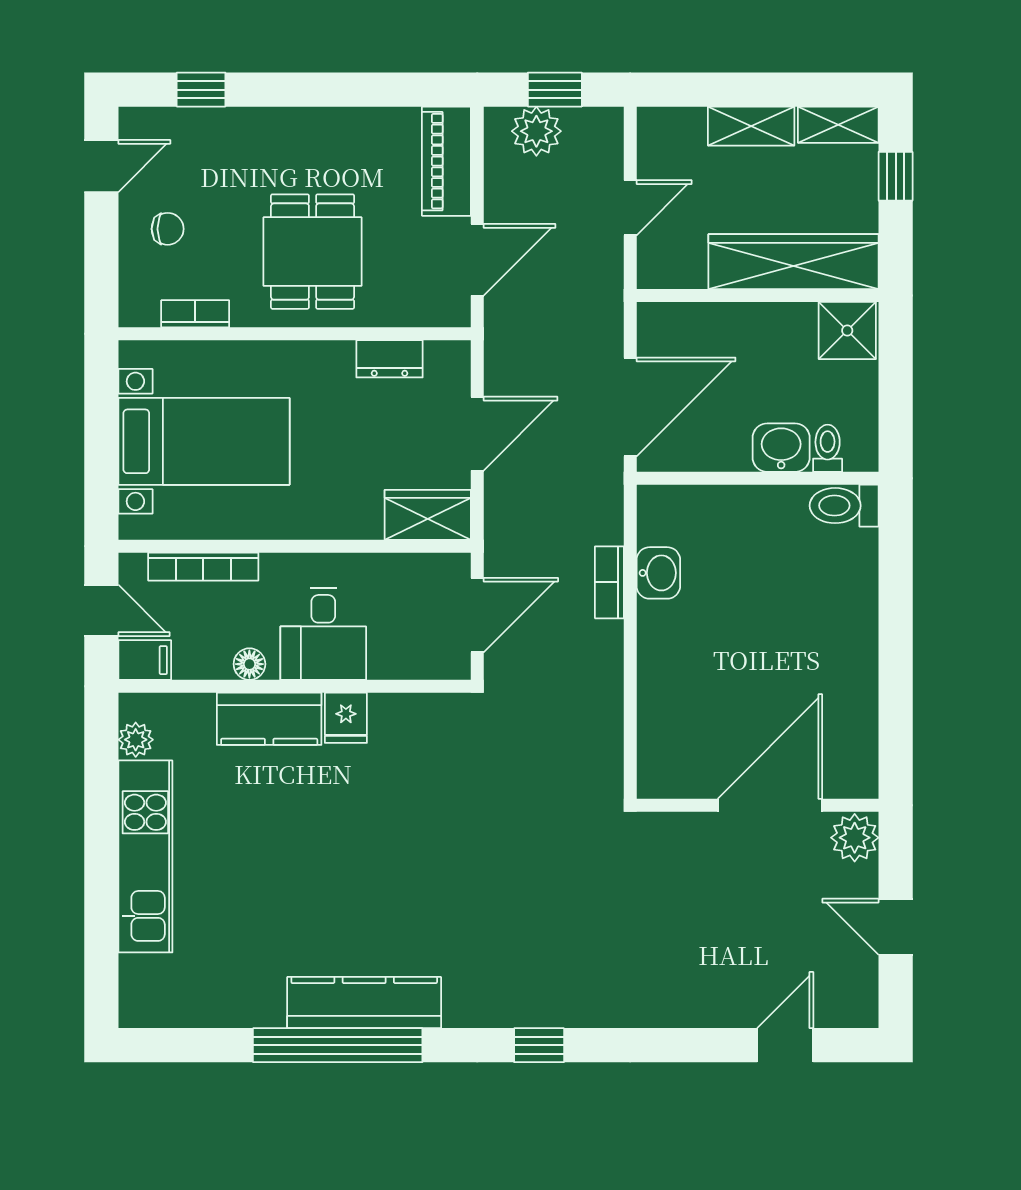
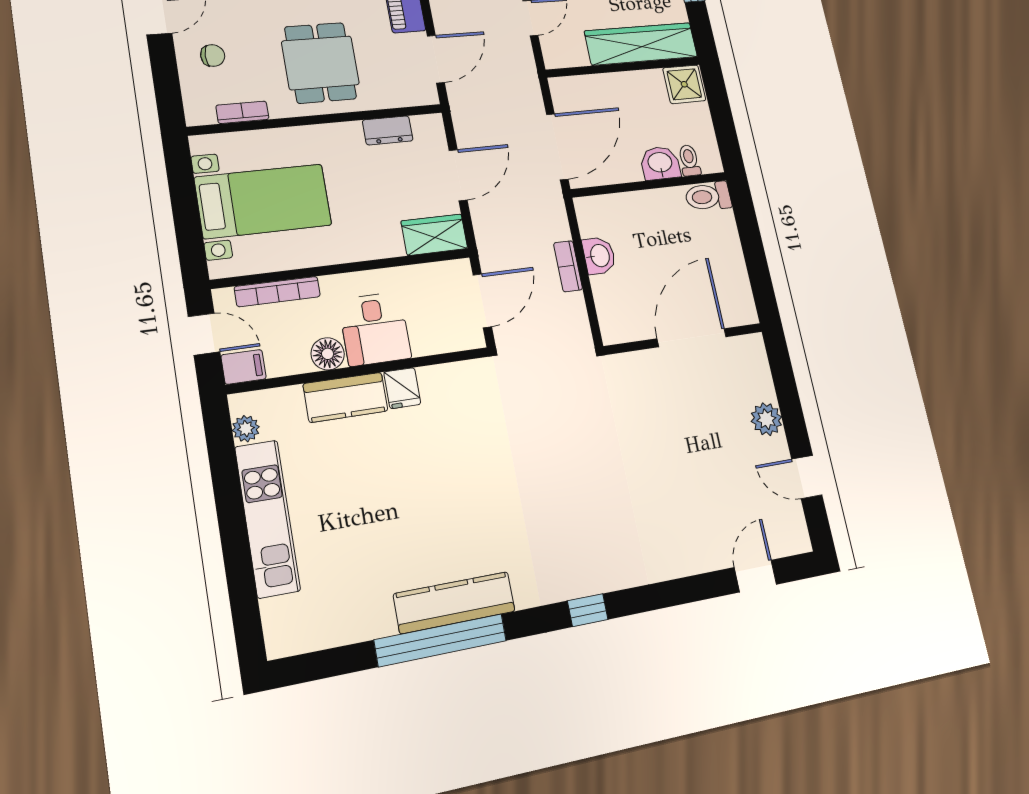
floor lamp: (249, 664) -> (328, 354), width x1.37, depth x1.37
wall: (758, 805) -> (684, 339), moved
door: (770, 805) -> (692, 338), moved

